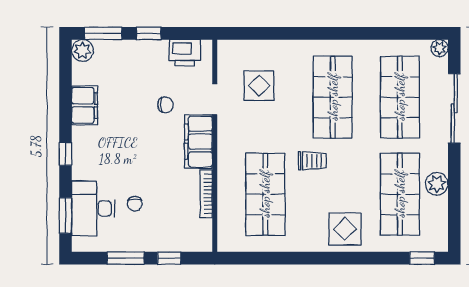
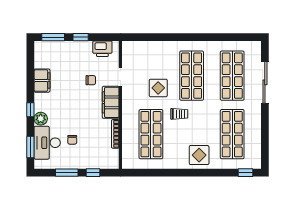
plant: (440, 48) -> (256, 46), removed
plant: (82, 50) -> (41, 119), moved
display table: (259, 86) -> (158, 88), moved
plant: (437, 184) -> (254, 128), removed

